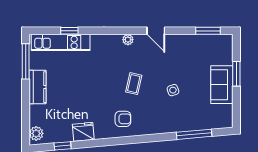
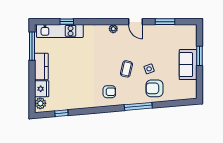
window: (208, 31) -> (165, 22), moved
coffee table: (134, 84) -> (126, 69), moved
armchair: (180, 115) -> (154, 88), added
fridge: (83, 132) -> (42, 89), moved, turned 95
window: (194, 134) -> (138, 106), moved

